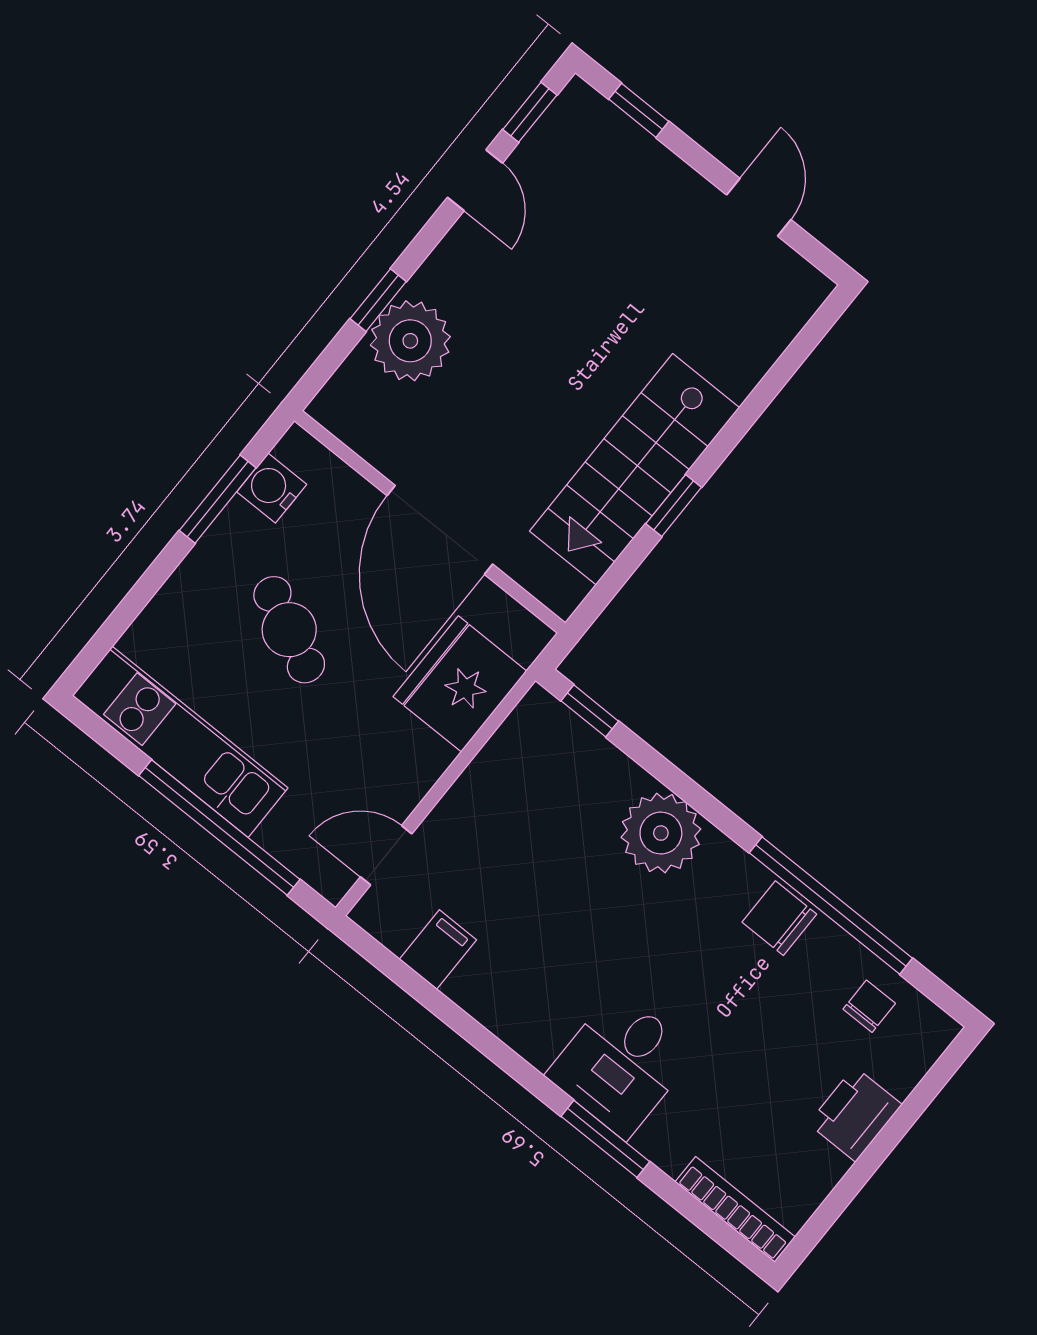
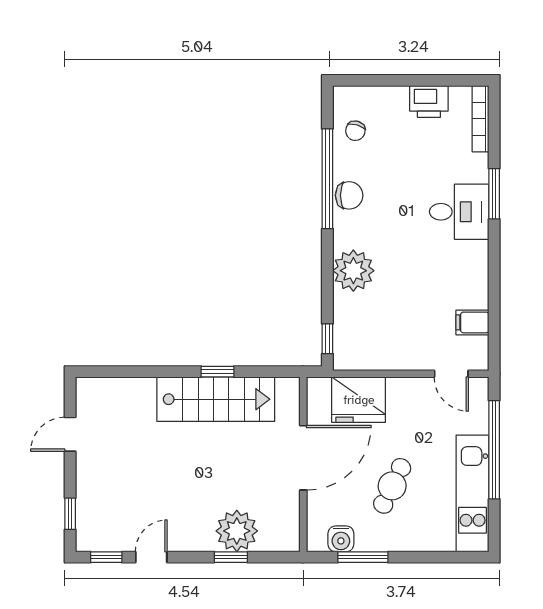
chair: (779, 918) -> (349, 195), turned -90
chair: (869, 1006) -> (355, 131), turned -74
printer: (855, 1114) -> (429, 101), moved

